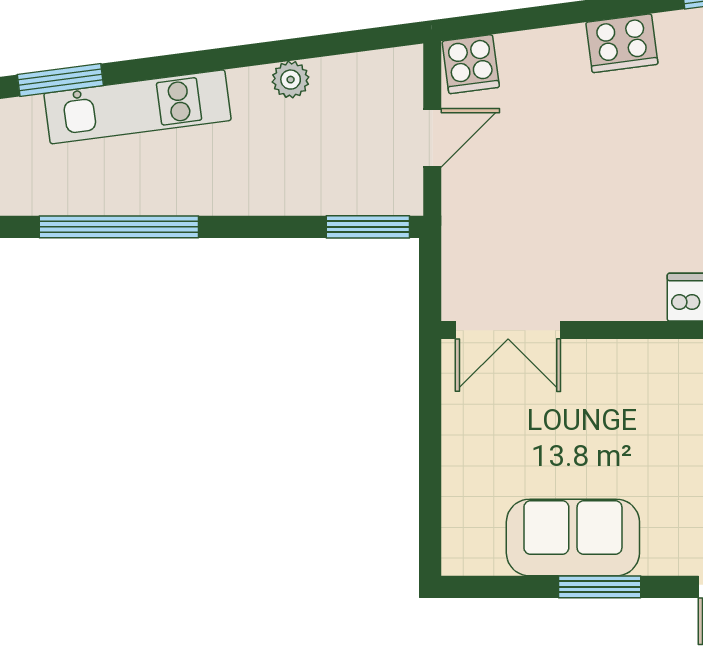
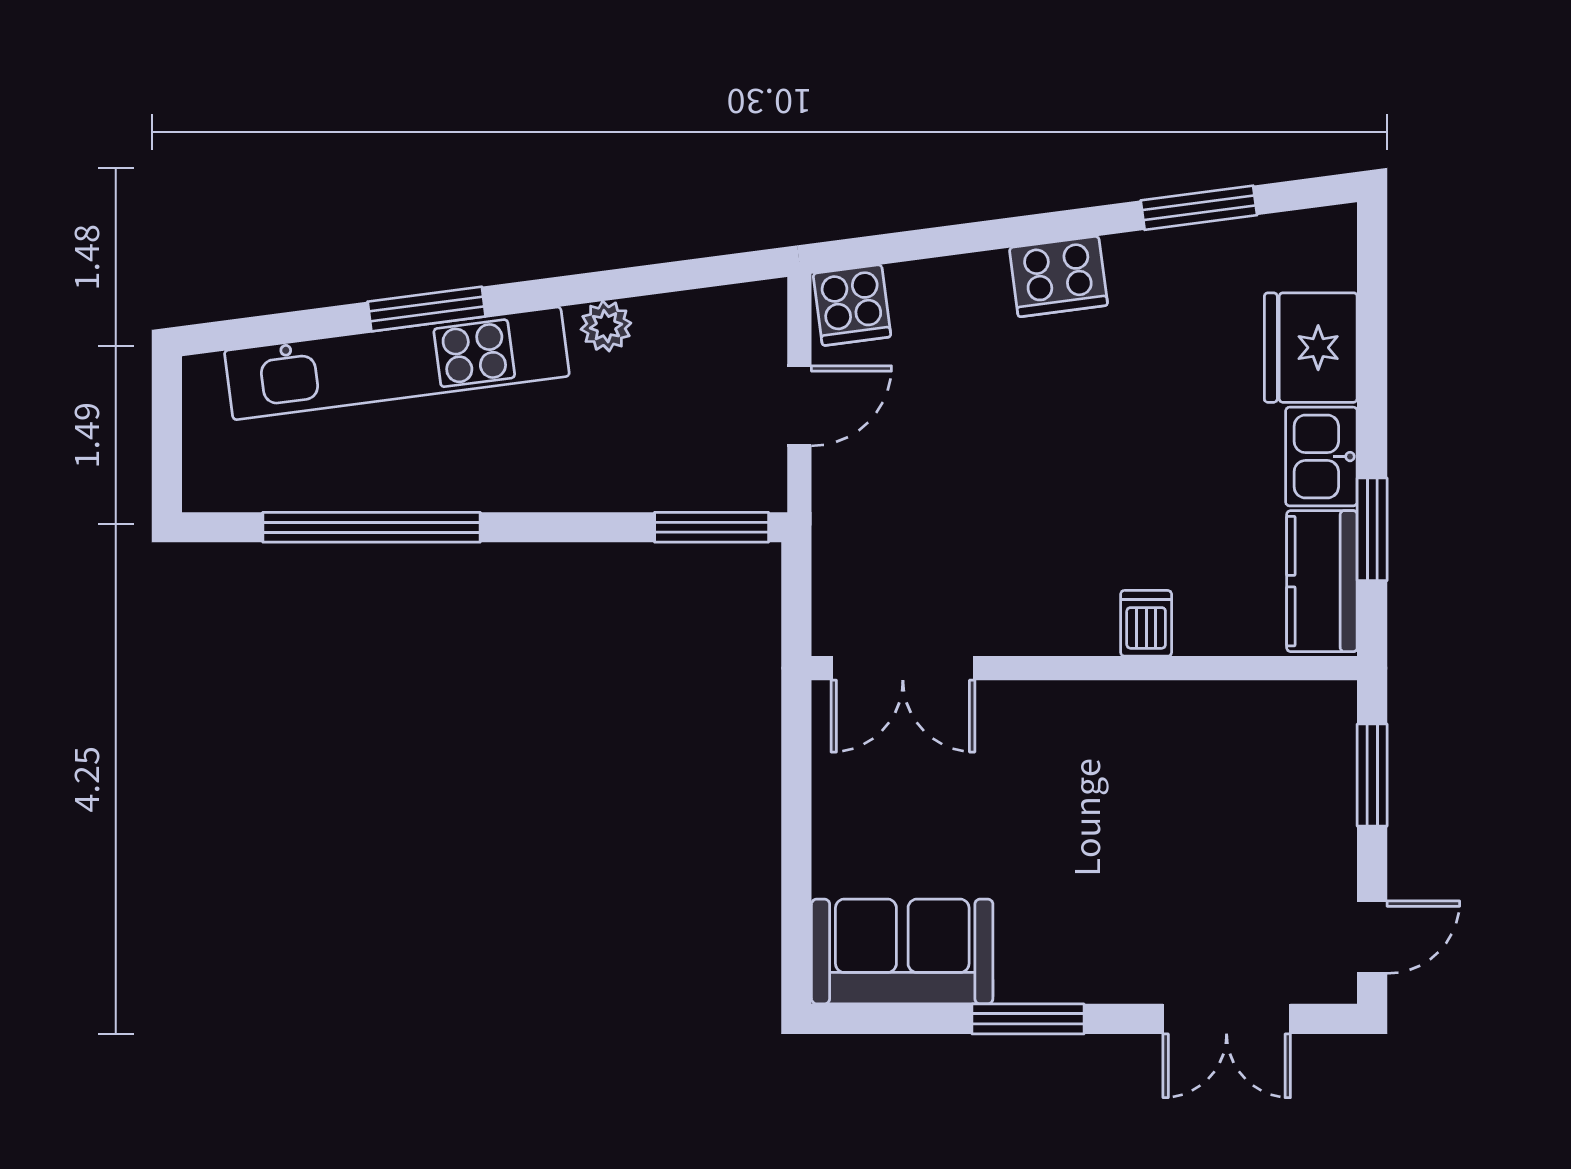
window: (60, 80) -> (427, 309), moved
kitchen unit: (137, 107) -> (397, 363), width x1.36
sofa: (573, 537) -> (902, 951), moved

